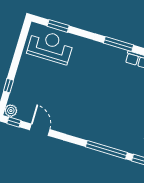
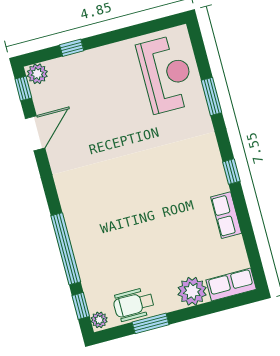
window: (58, 26) -> (212, 97), moved
window: (118, 44) -> (231, 172), width x0.46

